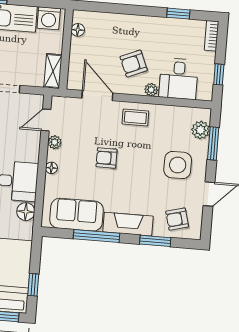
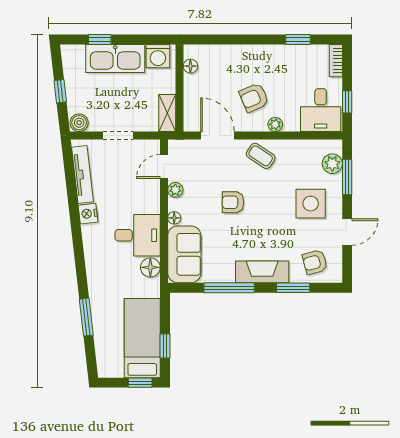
desk: (179, 79) -> (321, 110), moved
coffee table: (135, 118) -> (261, 156), turned 34
sofa: (77, 215) -> (184, 254), moved, turned 90

